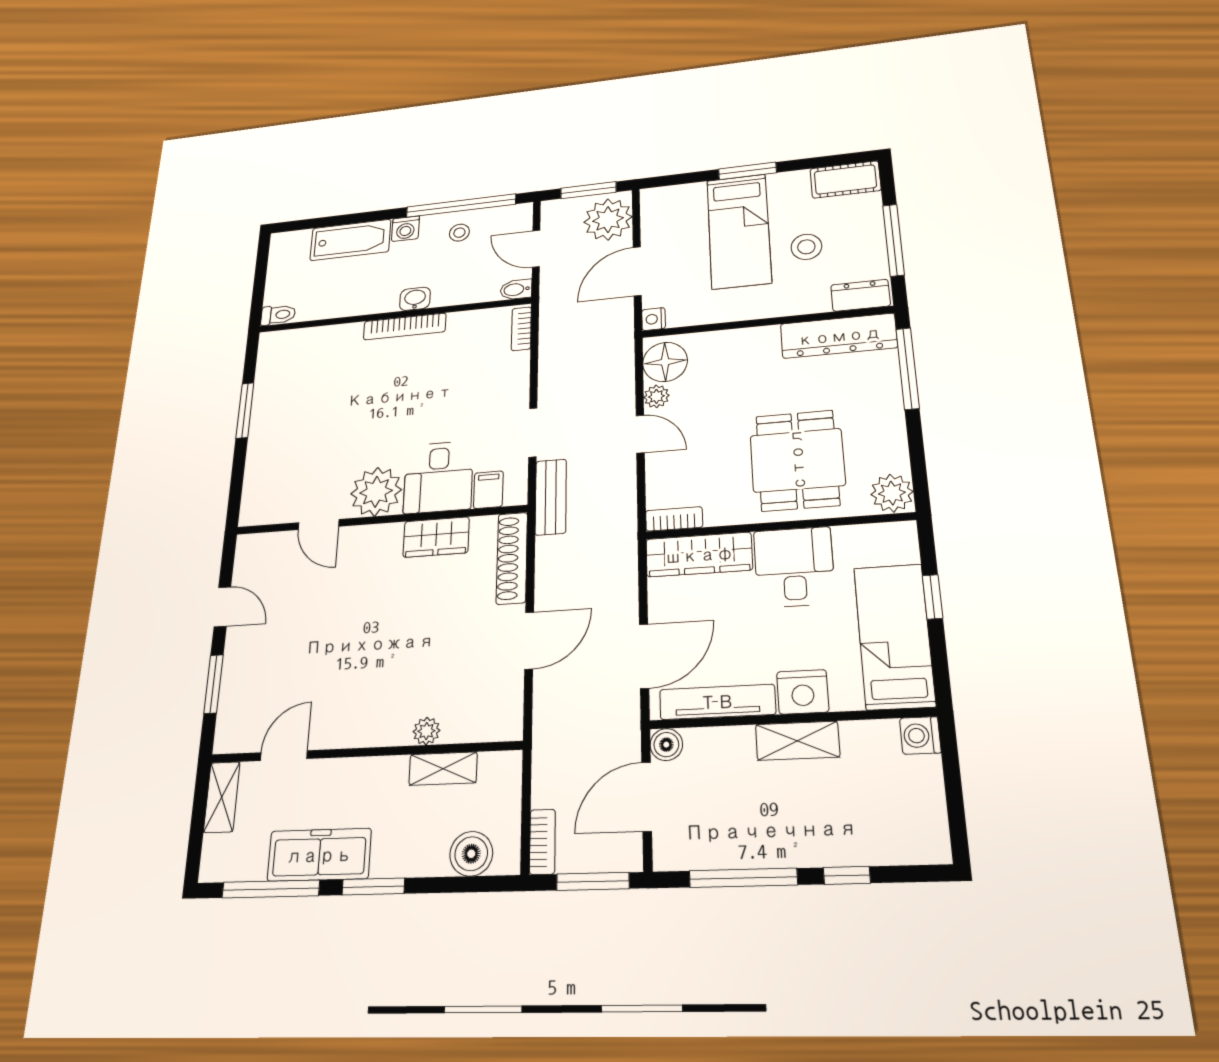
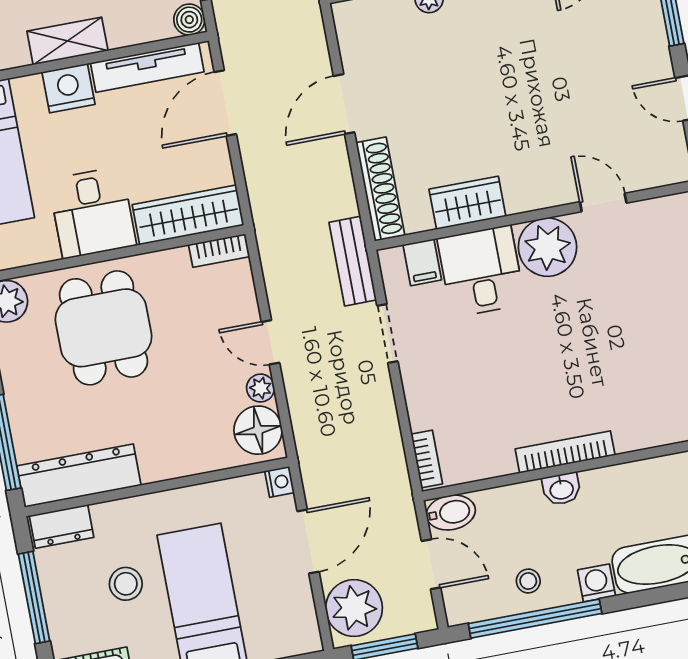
bidet: (516, 289) -> (451, 512), width x1.38, depth x1.36

